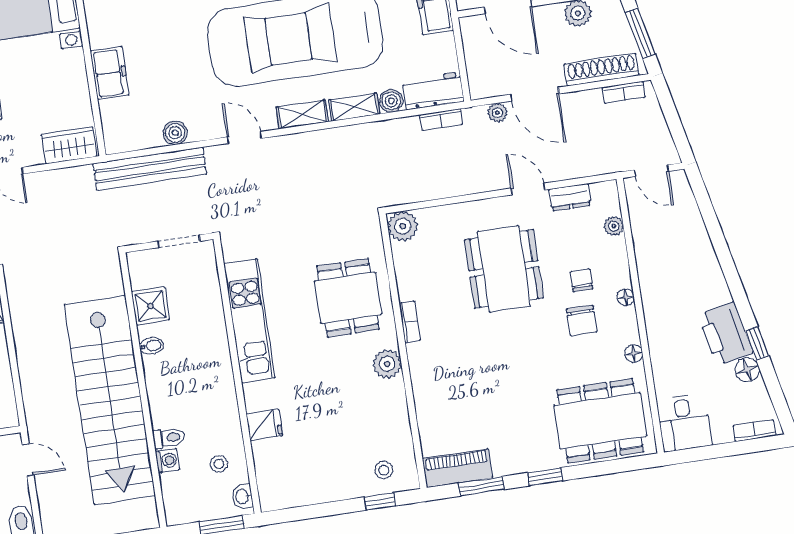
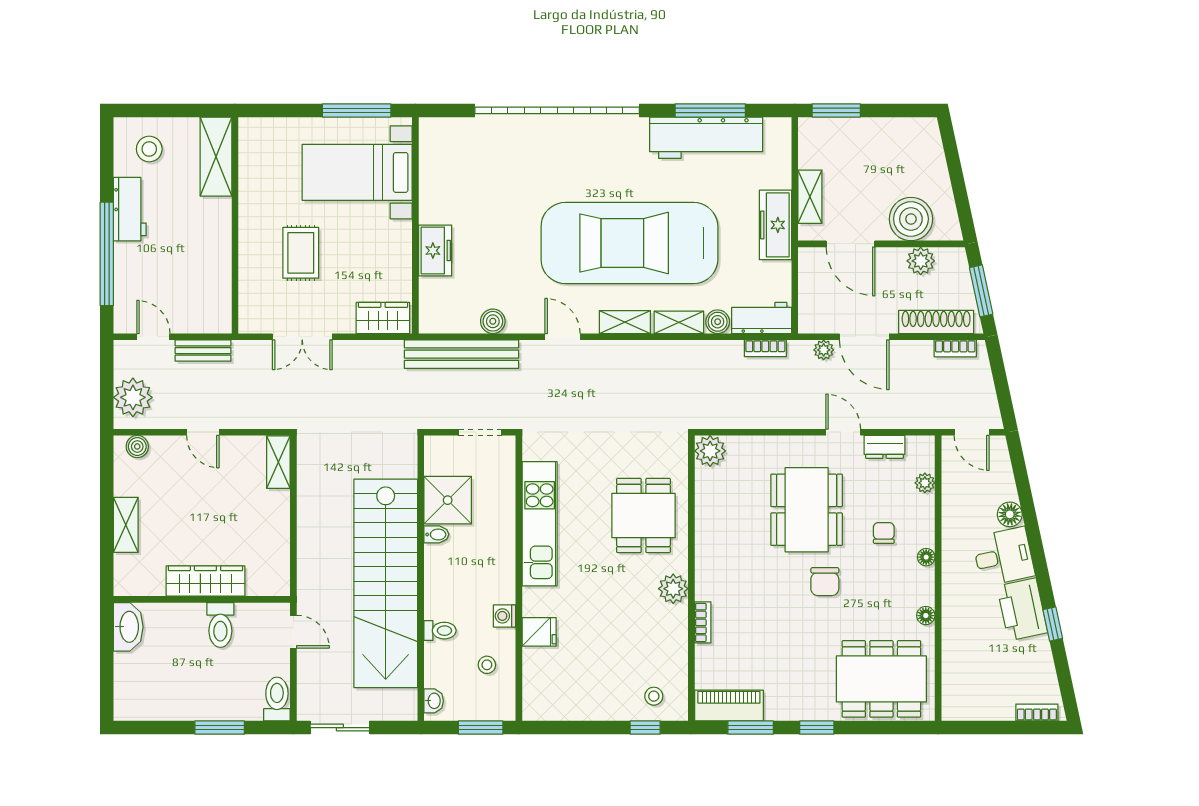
shower: (150, 306) -> (448, 500), width x1.36, depth x1.36
chair: (582, 320) -> (825, 582), moved
bookcase: (410, 322) -> (703, 622), moved
floor lamp: (747, 370) -> (1010, 514), moved
desk: (684, 423) -> (1003, 557), moved, turned -102
washing machine: (167, 461) -> (505, 616), moved, turned 180
washbasin: (242, 496) -> (434, 701), moved, turned 180

